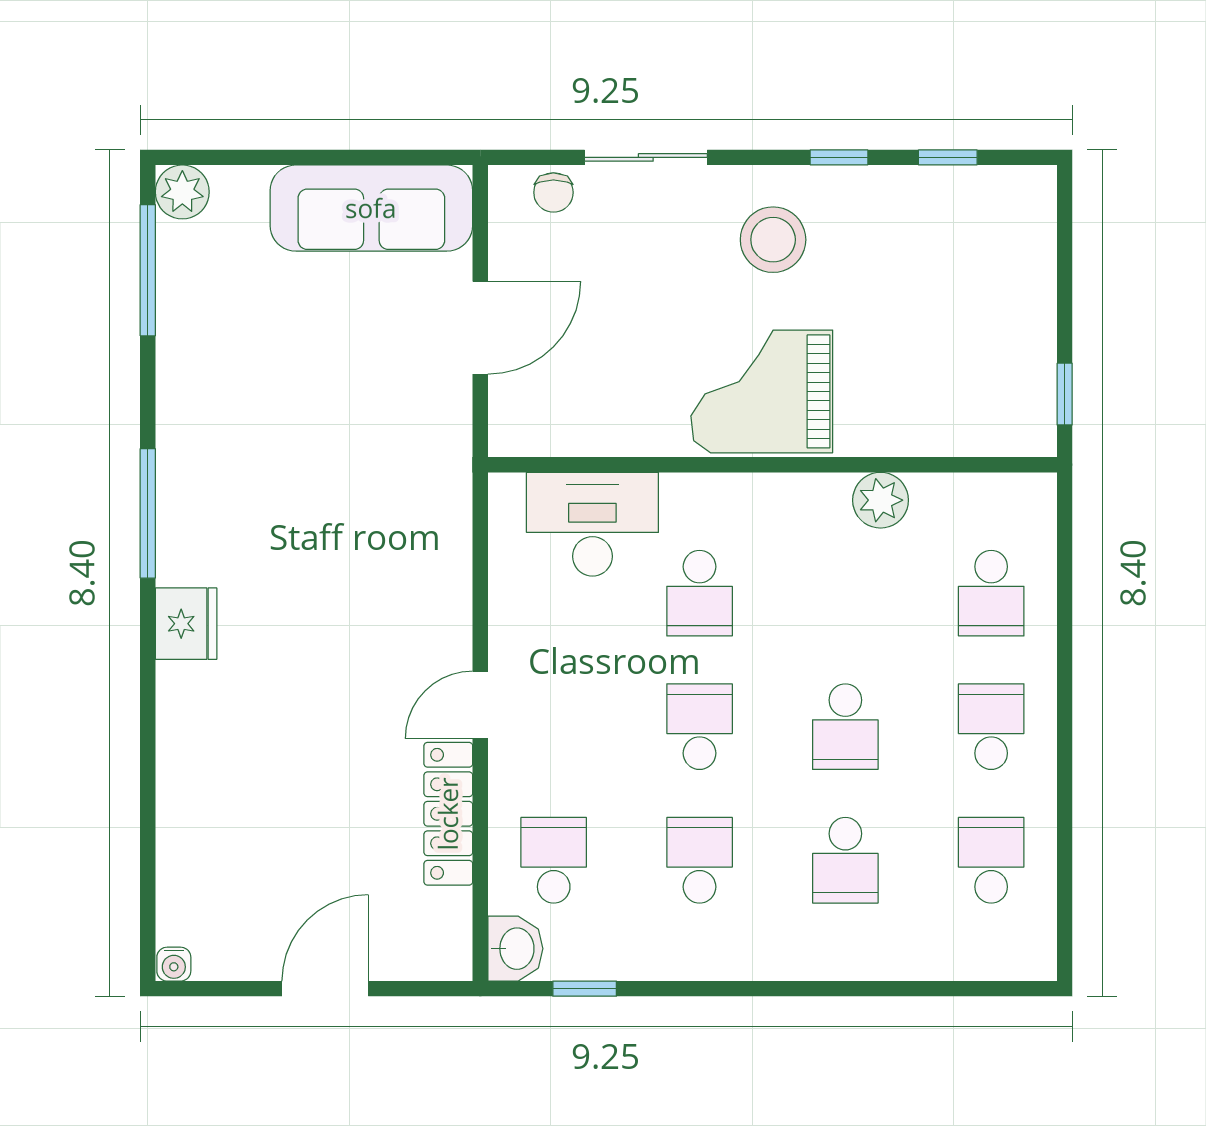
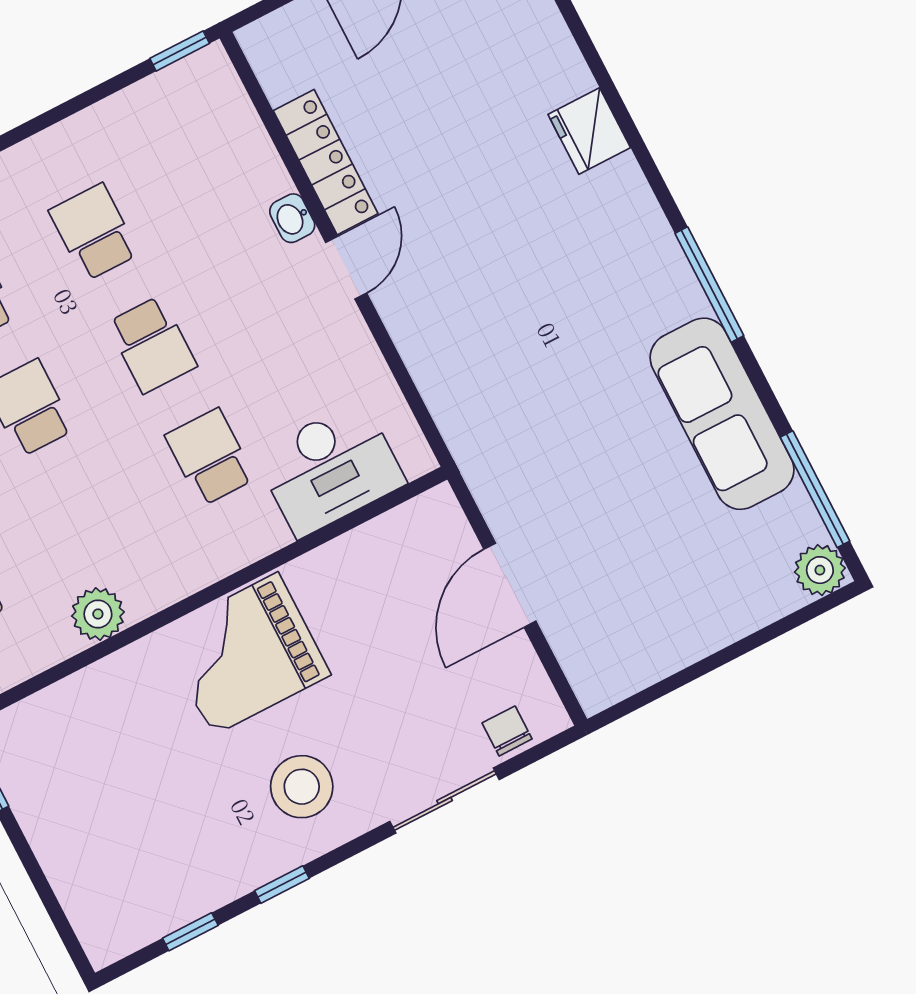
sofa: (371, 208) -> (722, 414), moved, turned -90
grand piano: (762, 391) -> (245, 654), turned 180
fridge: (186, 624) -> (589, 131), moved
school desk: (554, 860) -> (217, 169), removed
school desk: (700, 860) -> (94, 232), turned 180
washbasin: (515, 949) -> (292, 218), moved, width x0.72, depth x0.69
window: (585, 989) -> (180, 51), moved

